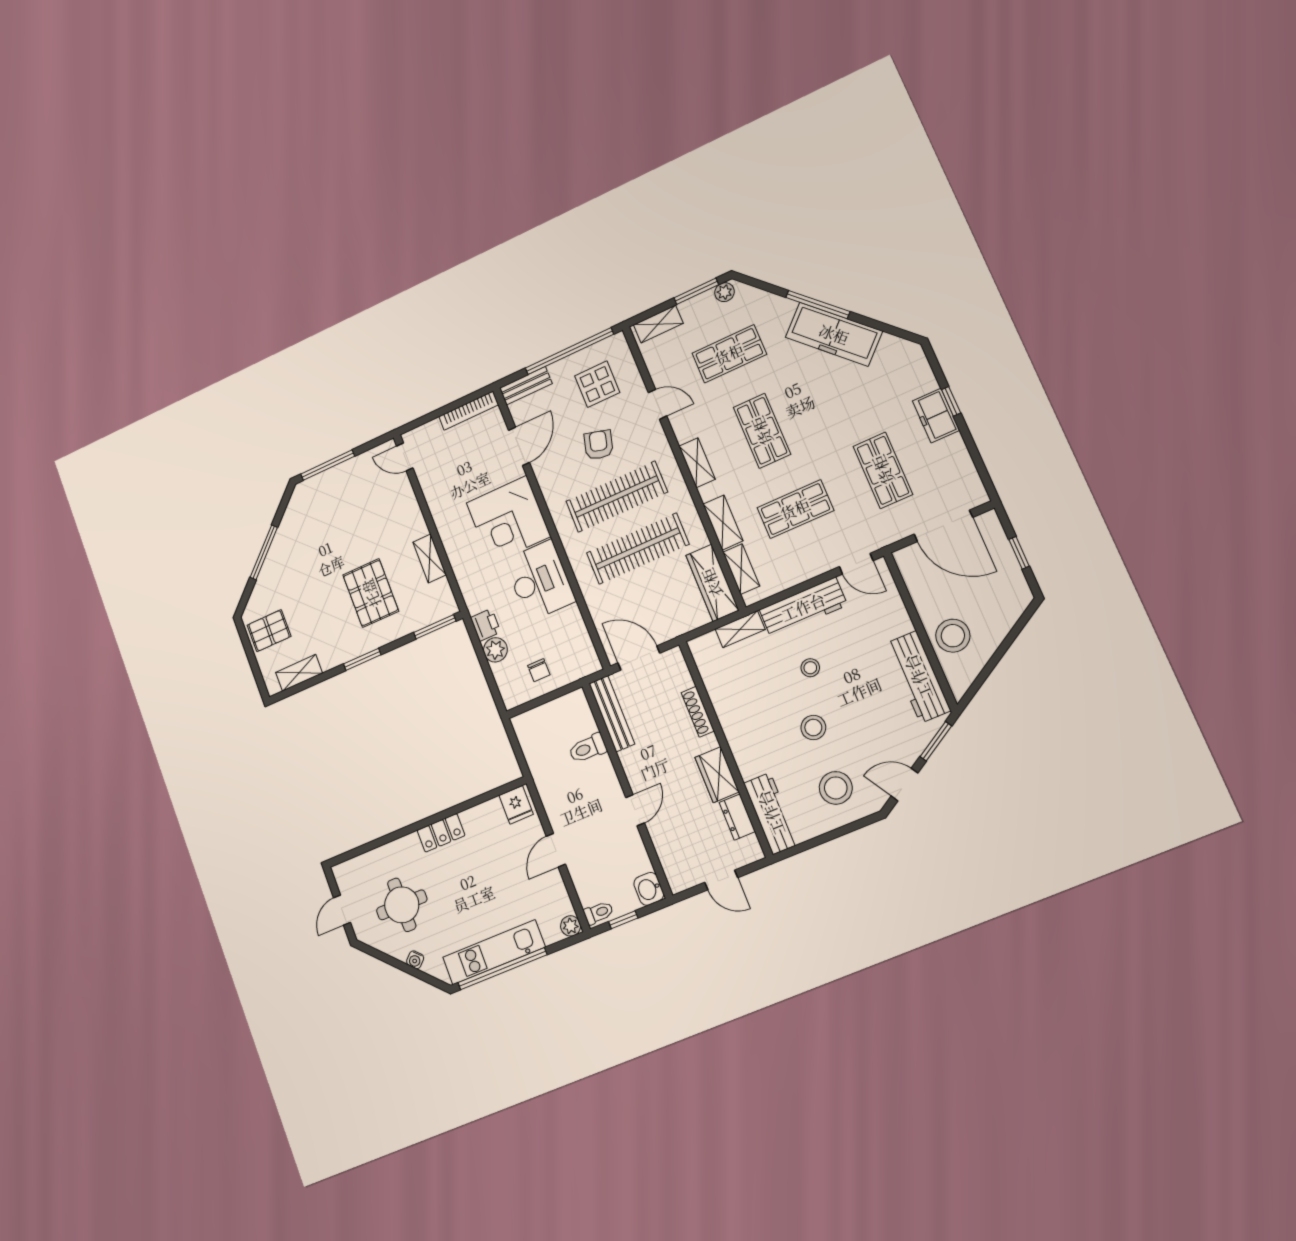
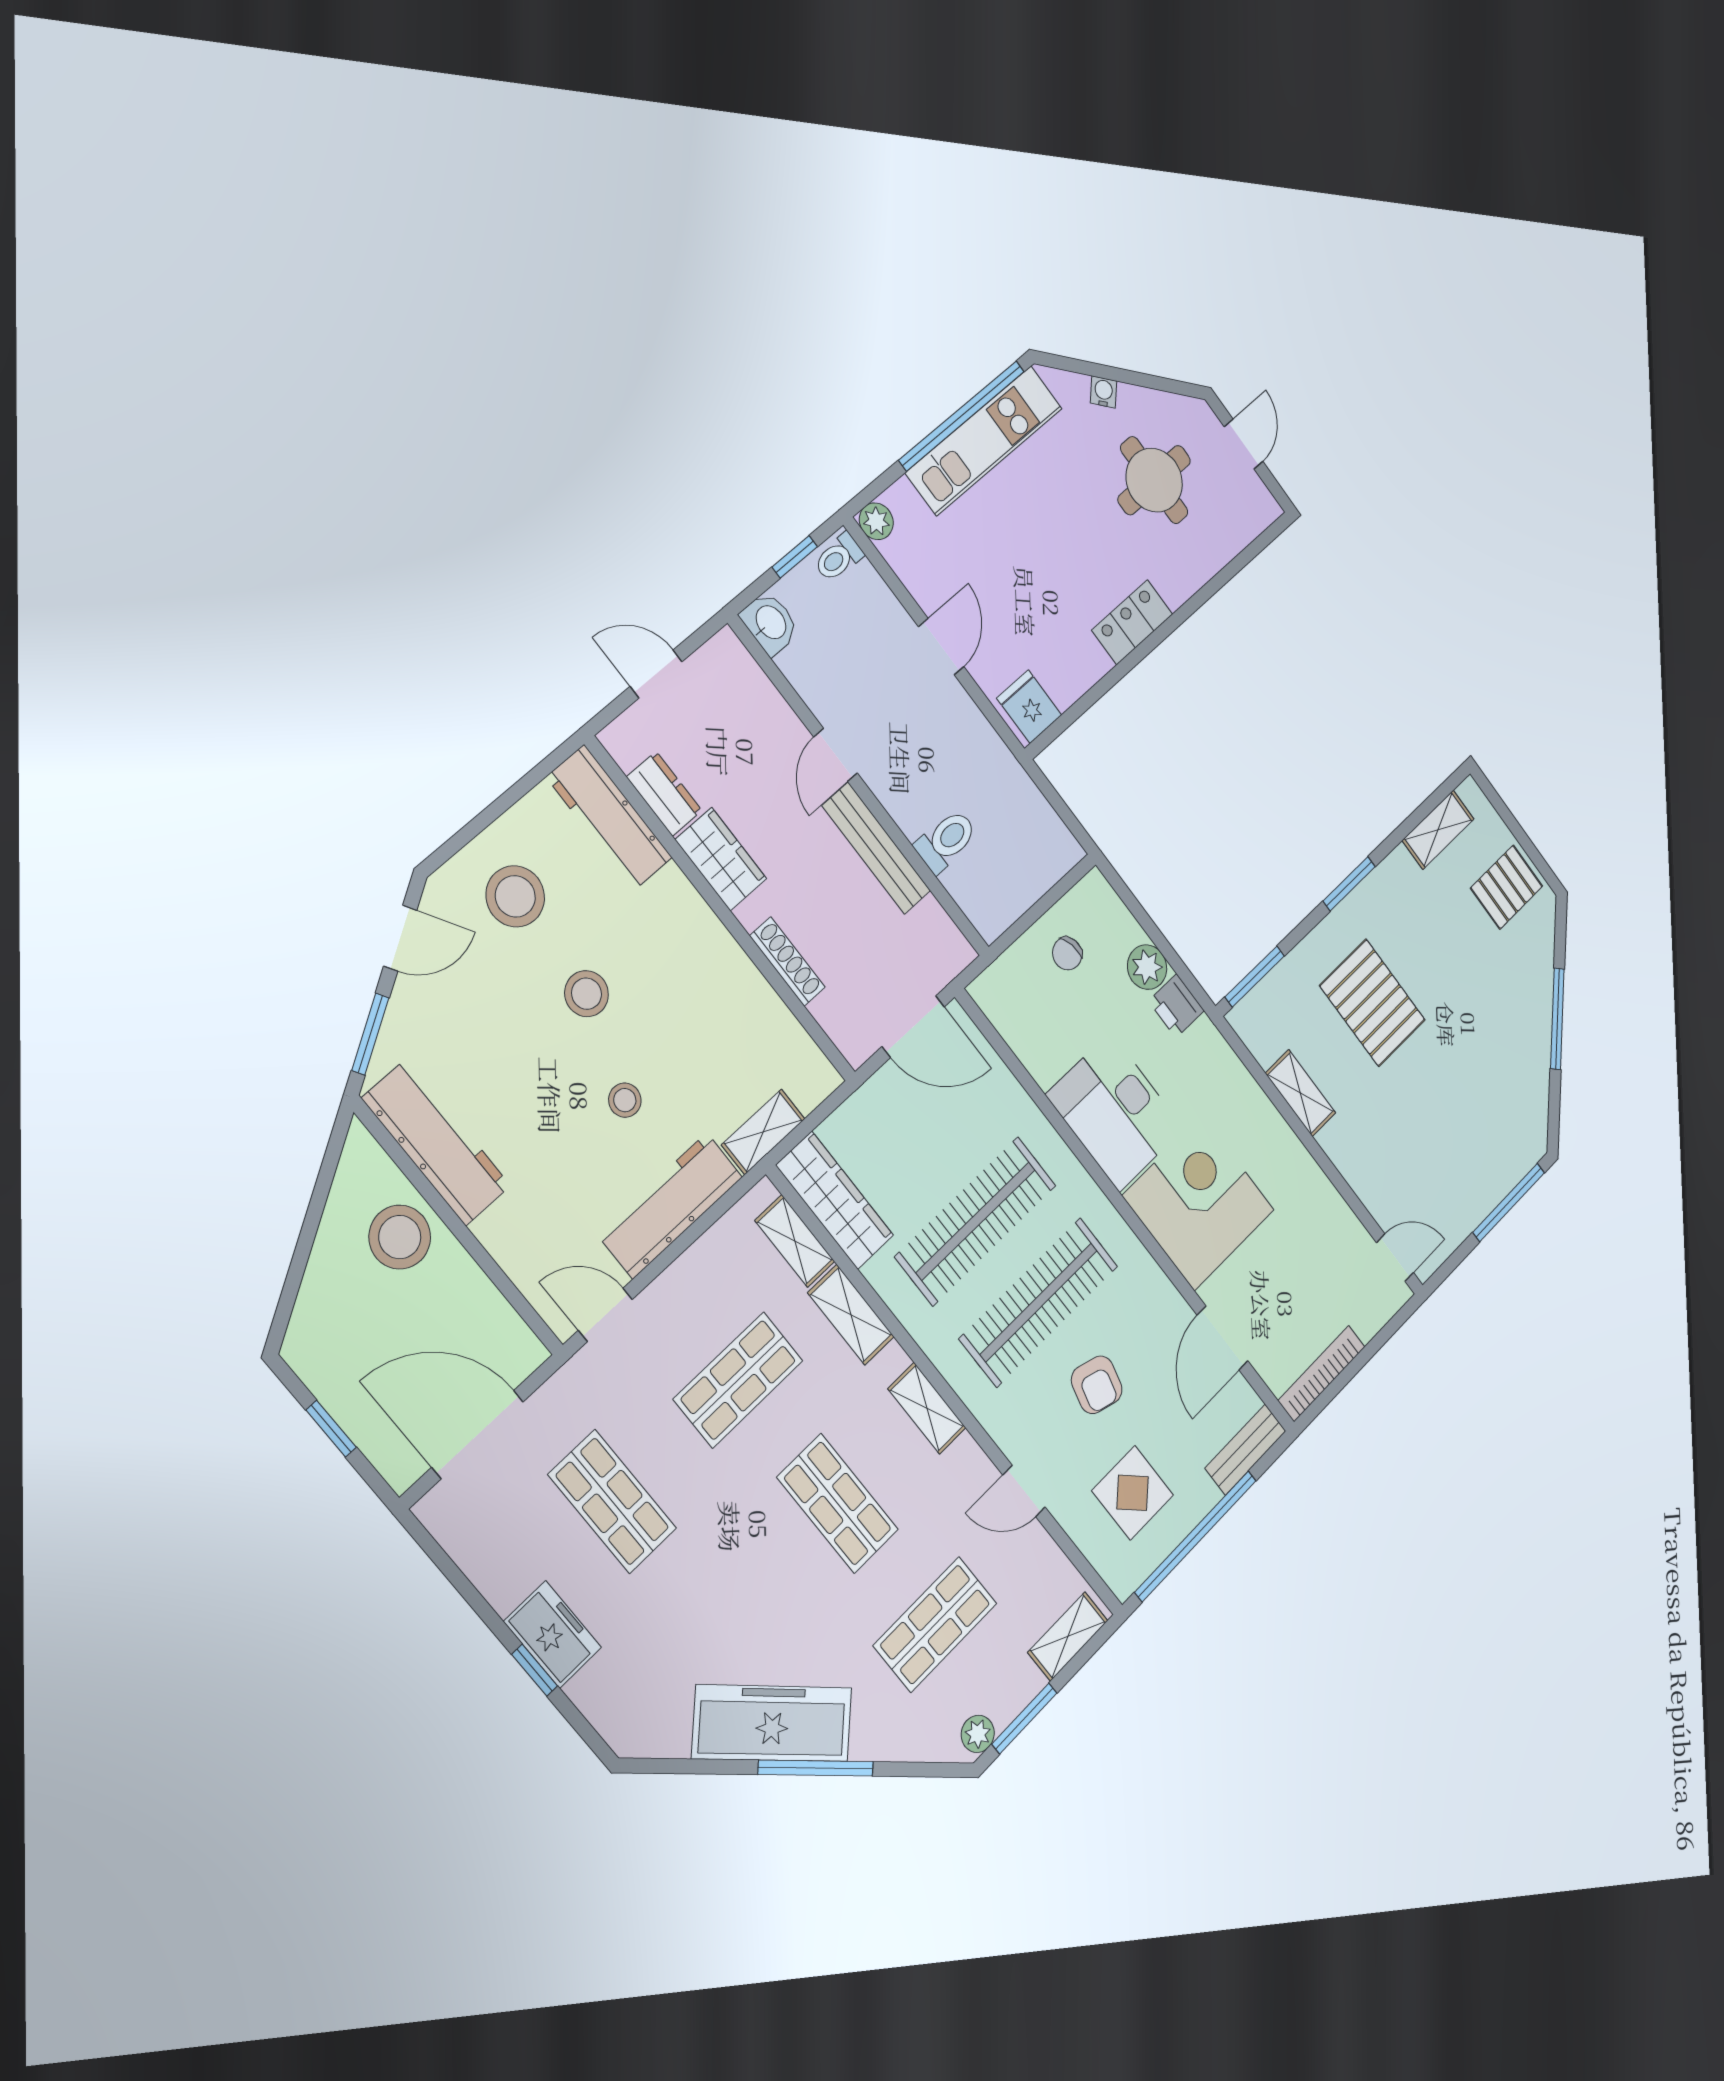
chair: (539, 670) -> (1067, 954), turned -102
bench: (612, 714) -> (876, 848), moved

